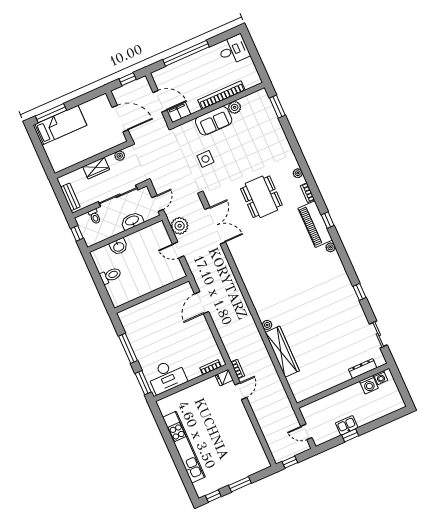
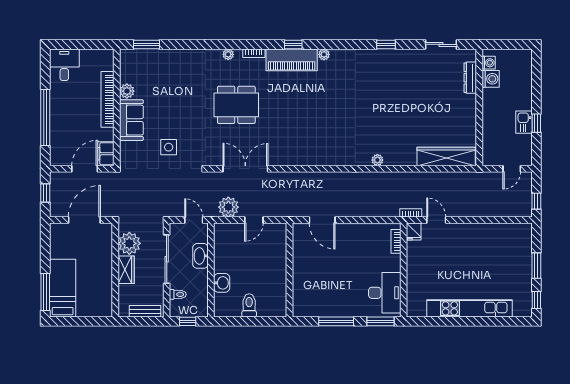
plant: (120, 156) -> (129, 243), width x1.88, depth x1.88
wardrobe: (282, 352) -> (446, 156), moved

